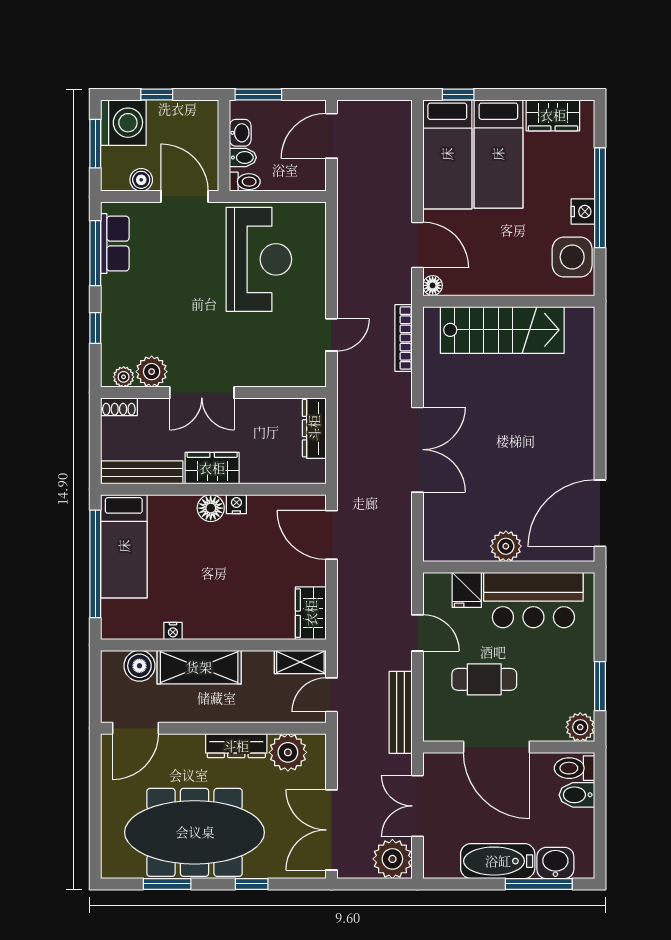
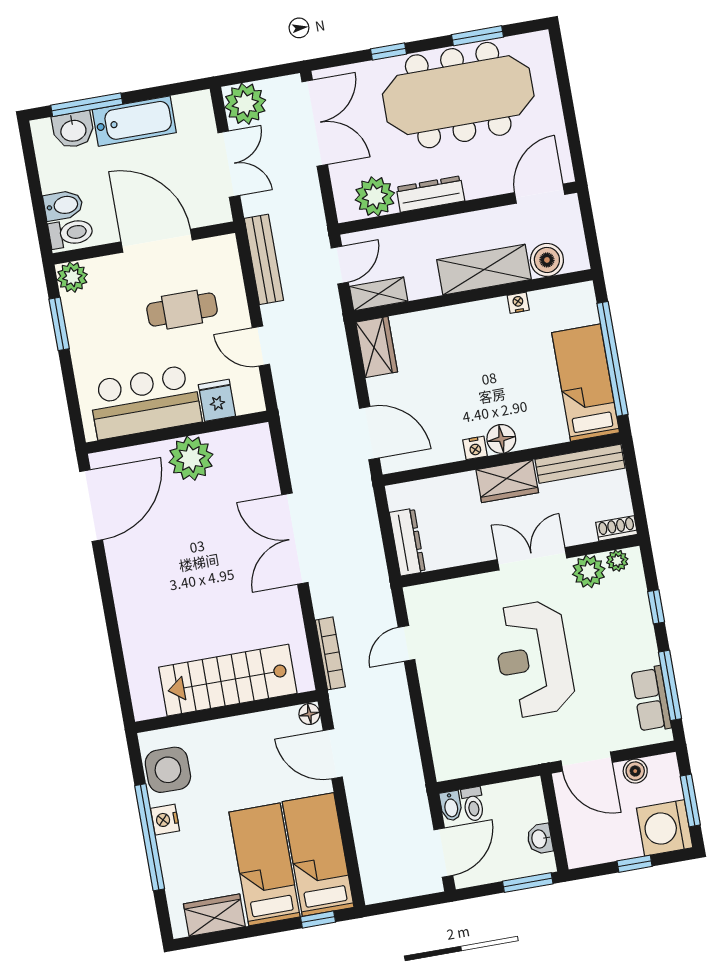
bidet: (243, 157) -> (451, 806), moved, turned -90
toilet: (245, 182) -> (473, 804), moved, turned -90
reception desk: (259, 259) -> (533, 659), moved
plant: (506, 546) -> (191, 458), width x1.36, depth x1.36

